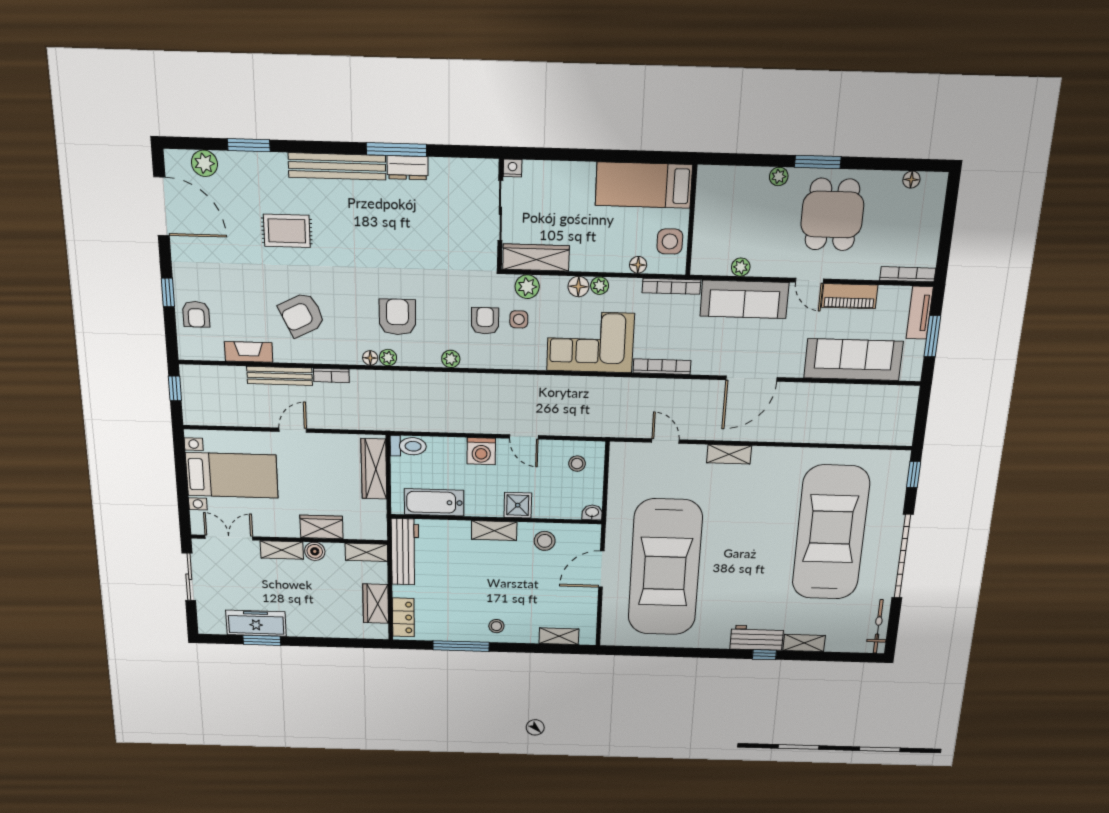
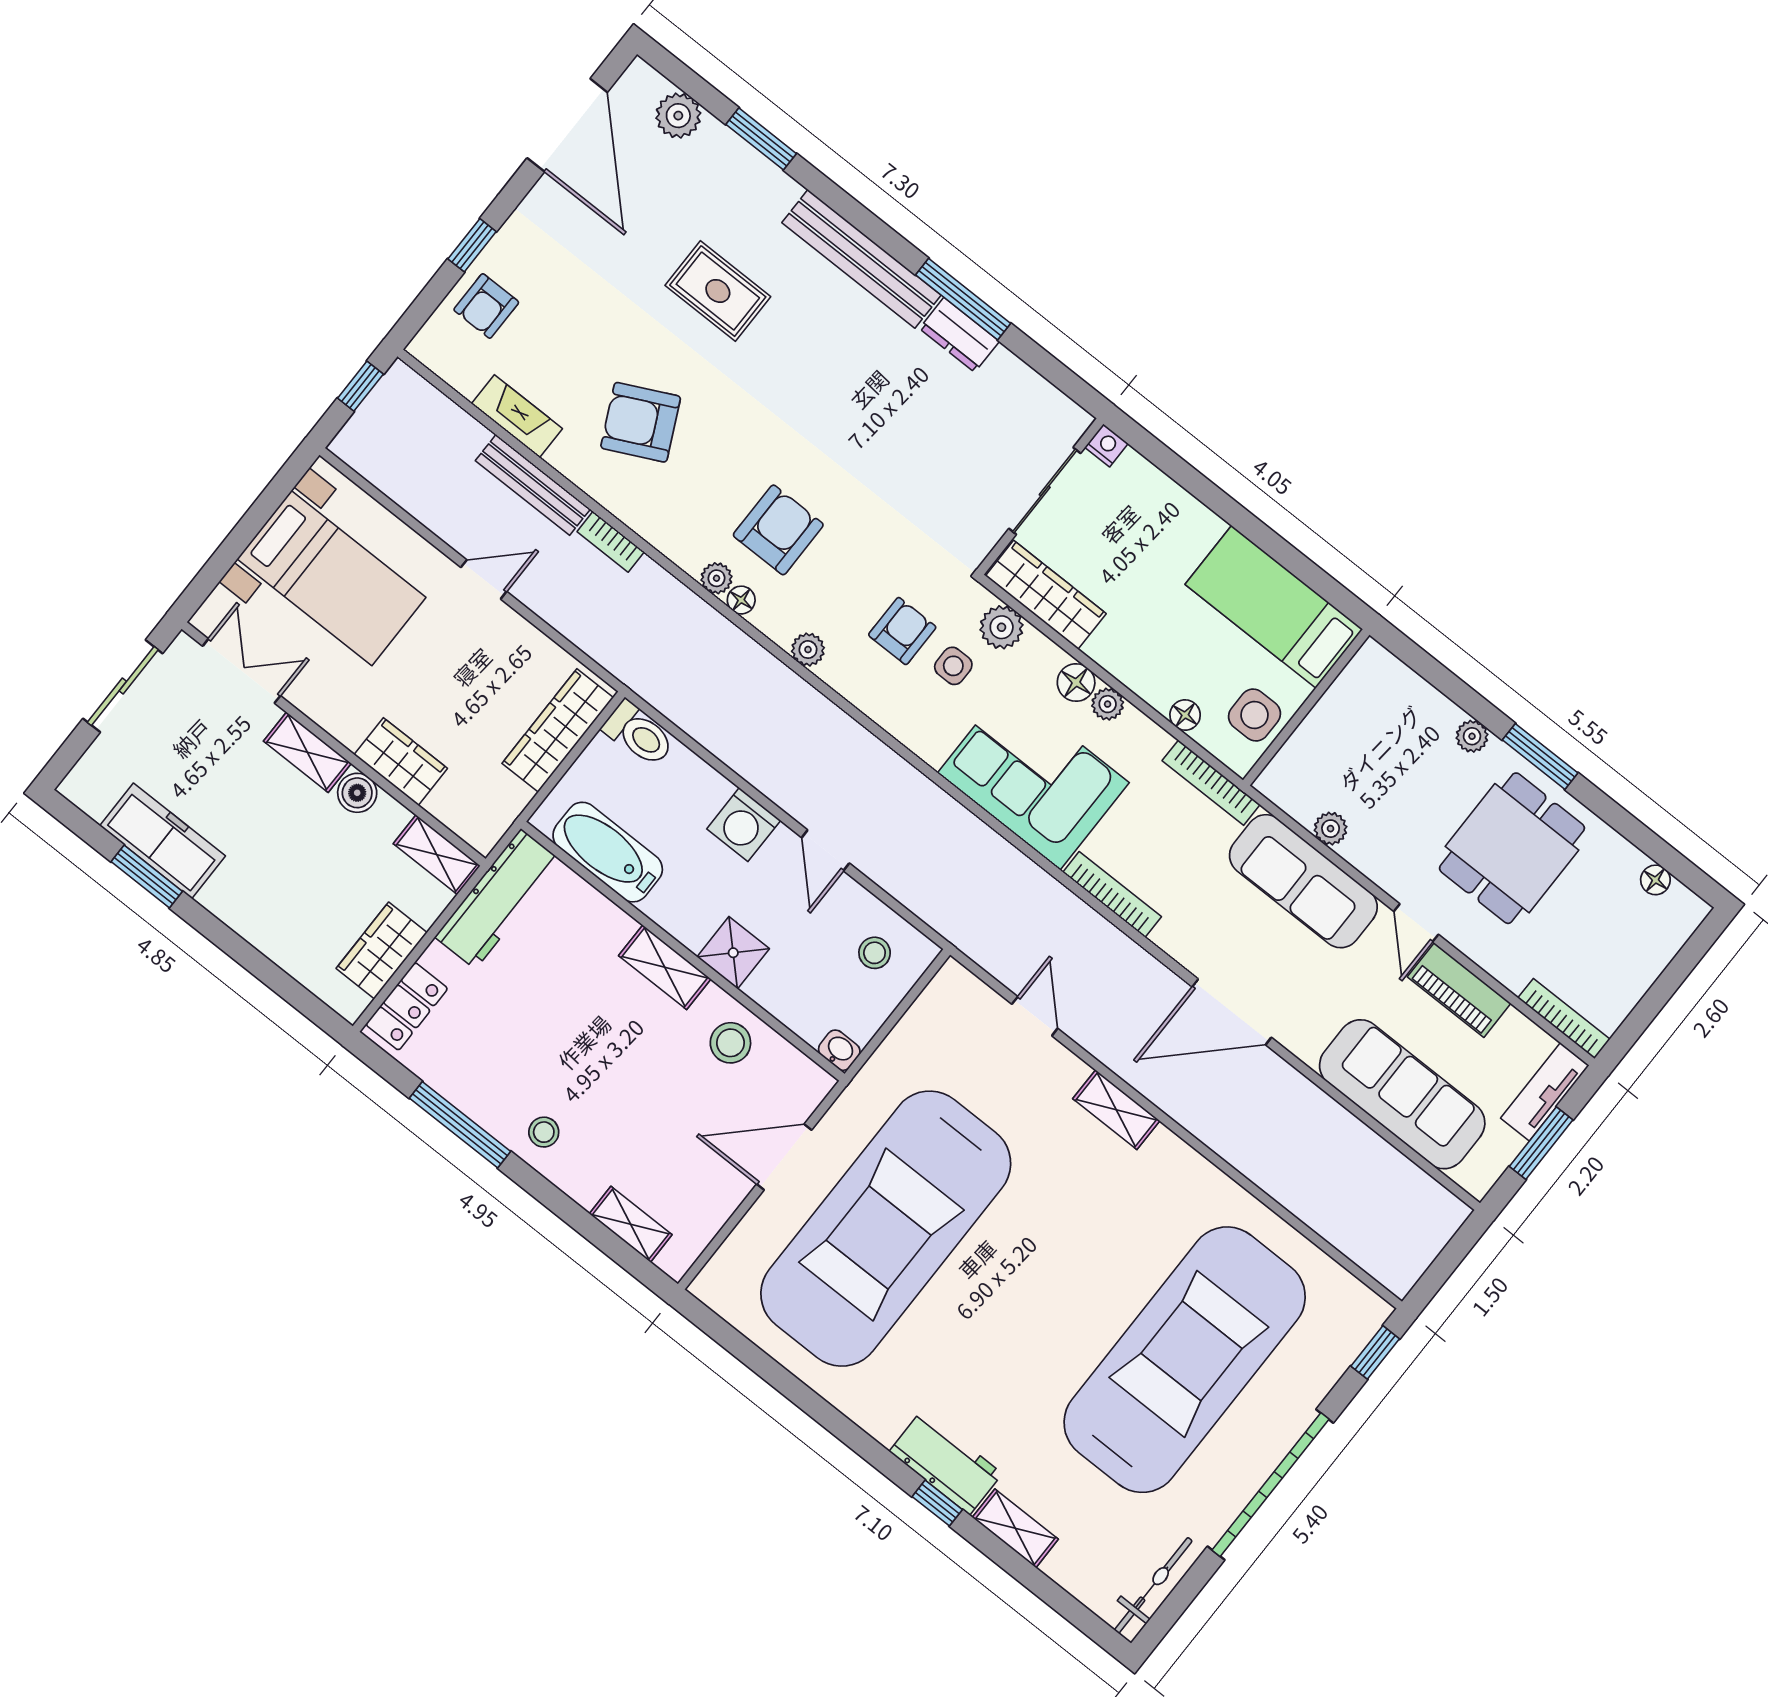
floor lamp: (370, 358) -> (741, 600), moved

